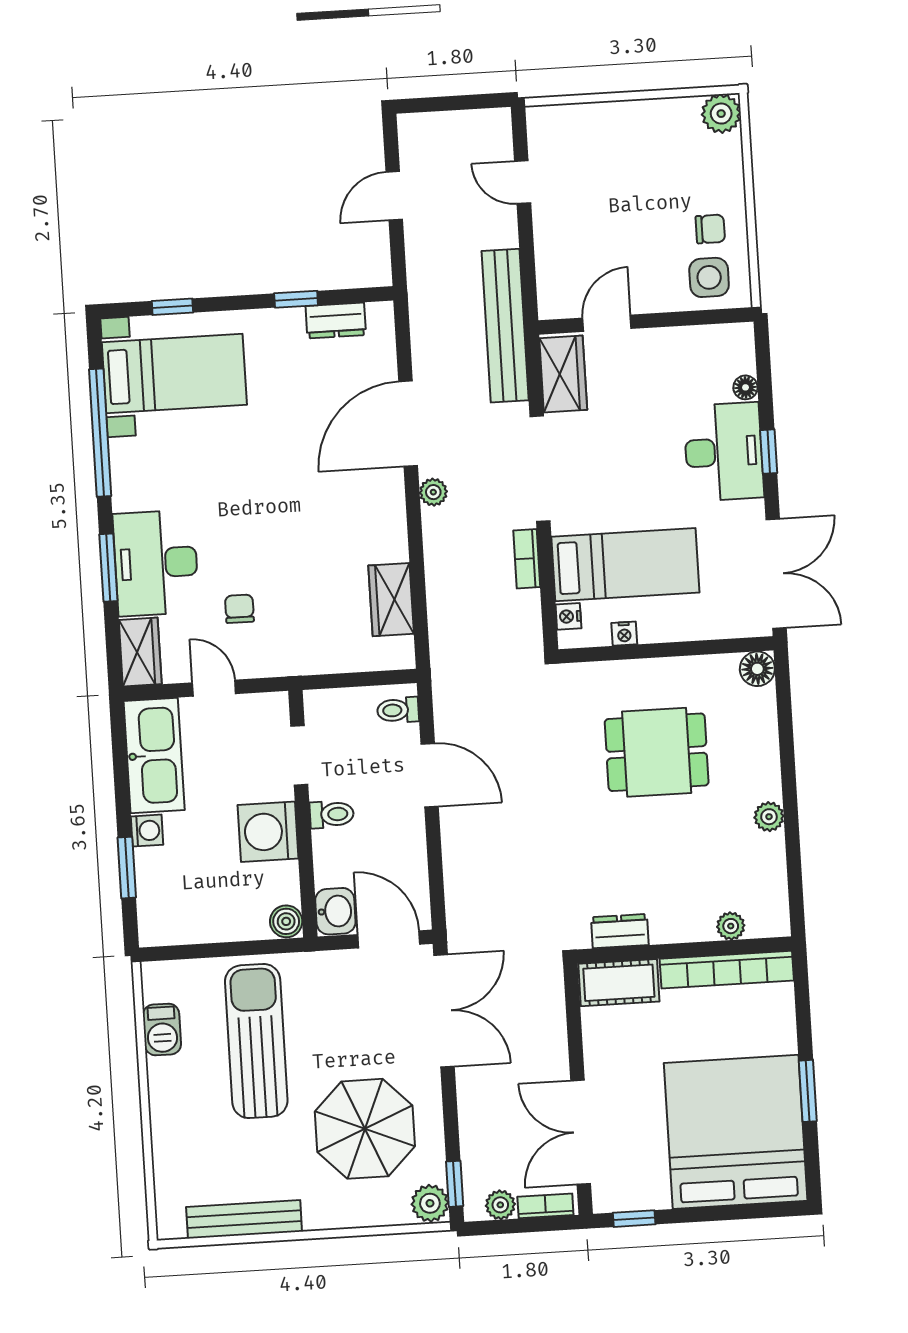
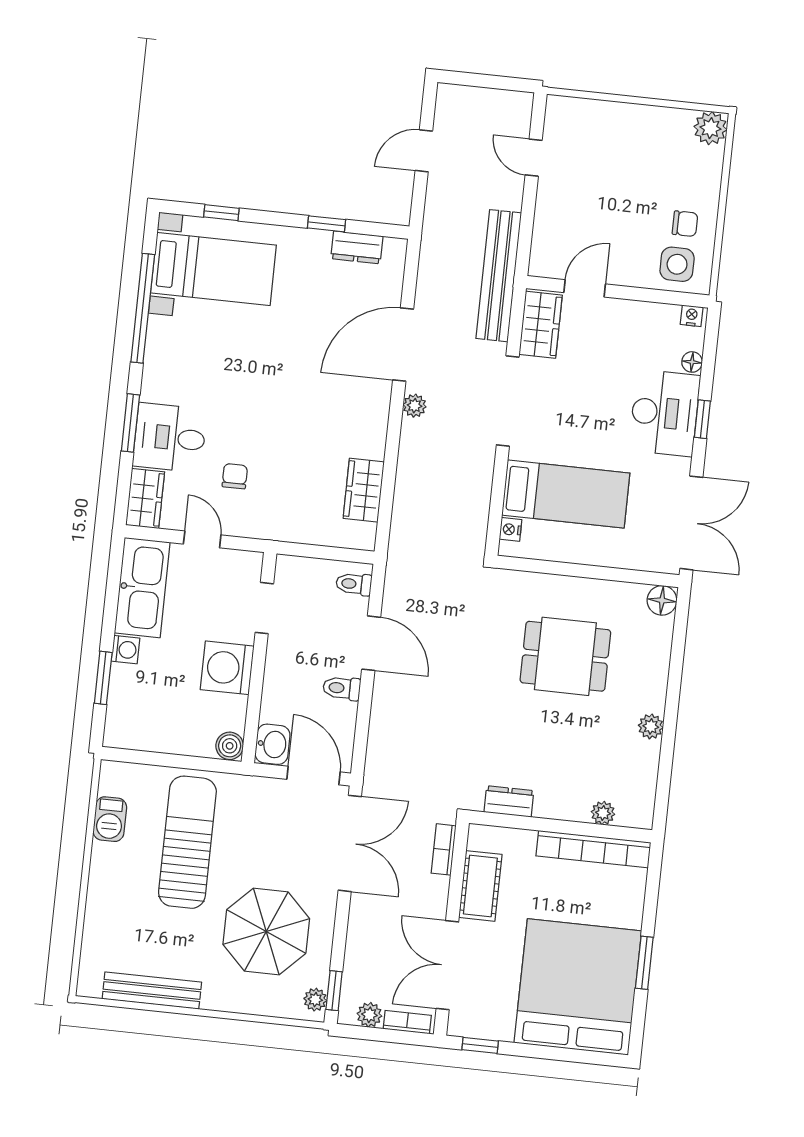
bookcase: (527, 559) -> (444, 849), moved
desk: (156, 563) -> (170, 438), width x0.73
nightstand: (624, 634) -> (692, 316), moved, turned 180
toilet: (332, 814) -> (342, 688), moved, turned 180
cot: (619, 983) -> (480, 886), moved, turned 90
plant: (430, 1203) -> (315, 1000), width x0.73, depth x0.73

